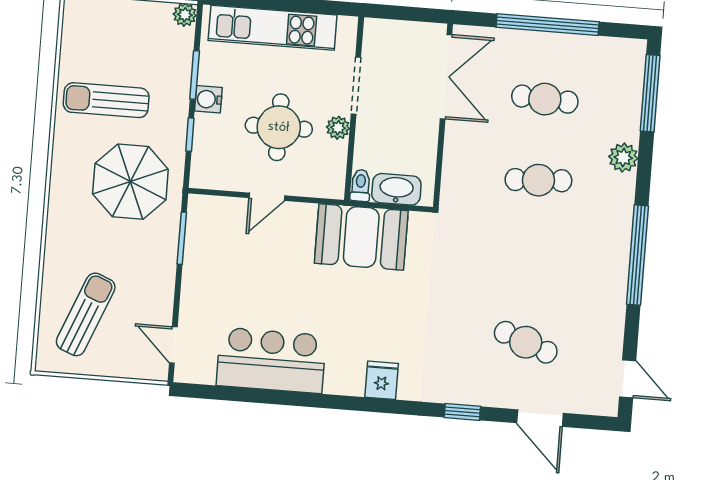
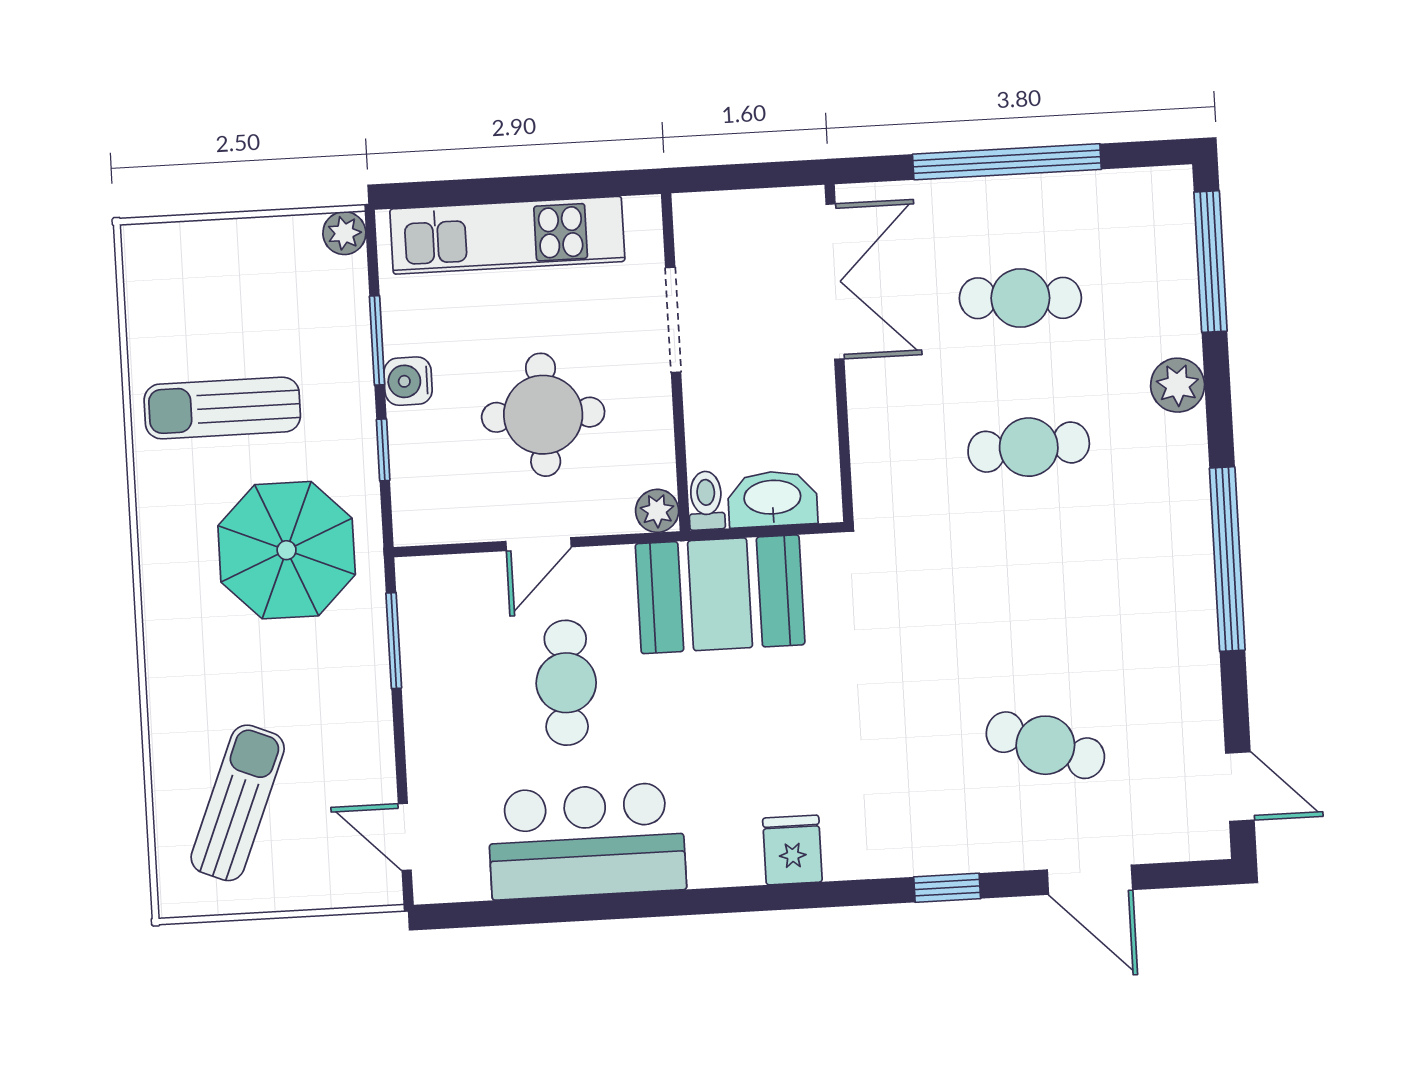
plant: (338, 128) -> (657, 511), moved
cafe table: (272, 274) -> (566, 683), added

